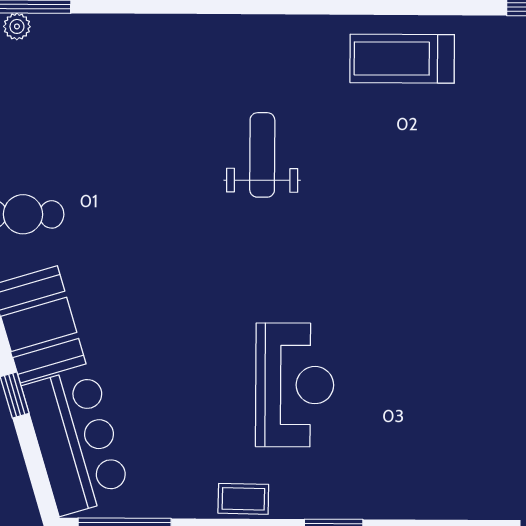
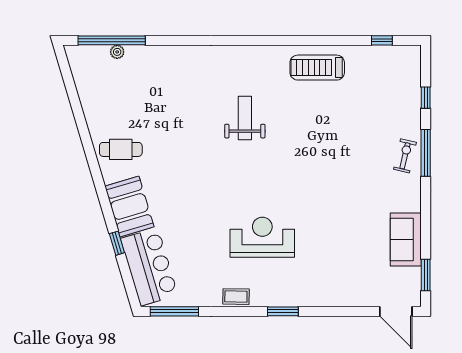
reception desk: (295, 385) -> (262, 237), turned -90

